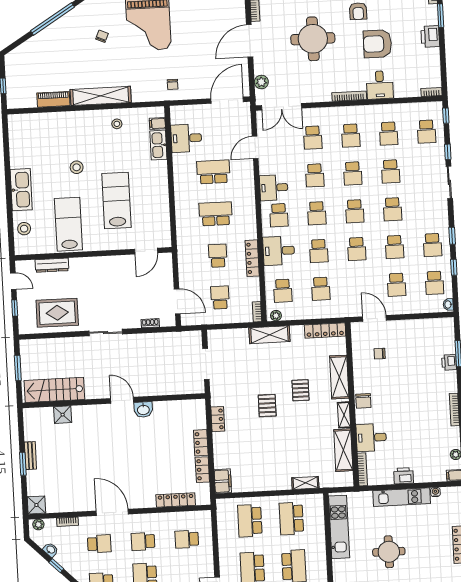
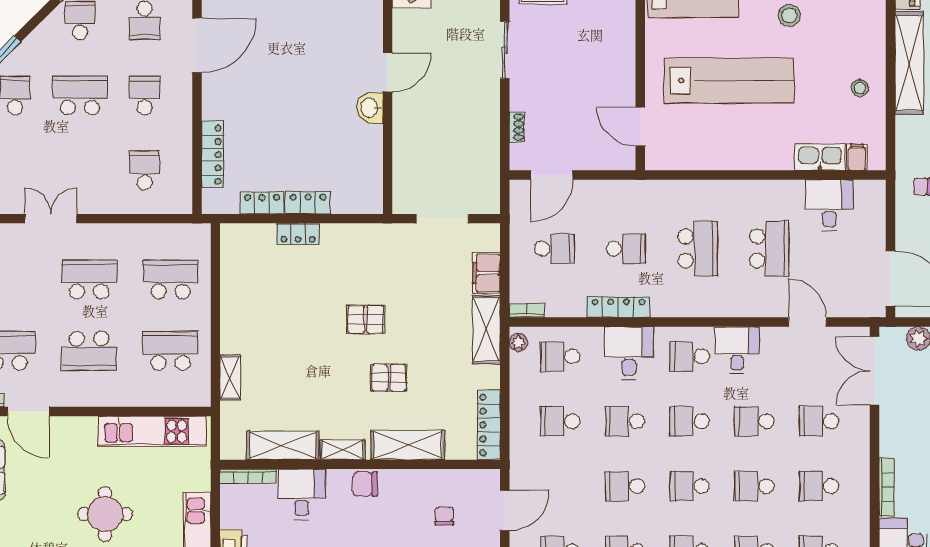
lab bench: (116, 201) -> (729, 80), width x1.36
locker: (218, 419) -> (298, 234), moved
filing cabinet: (223, 481) -> (486, 273), moved, turned 90

